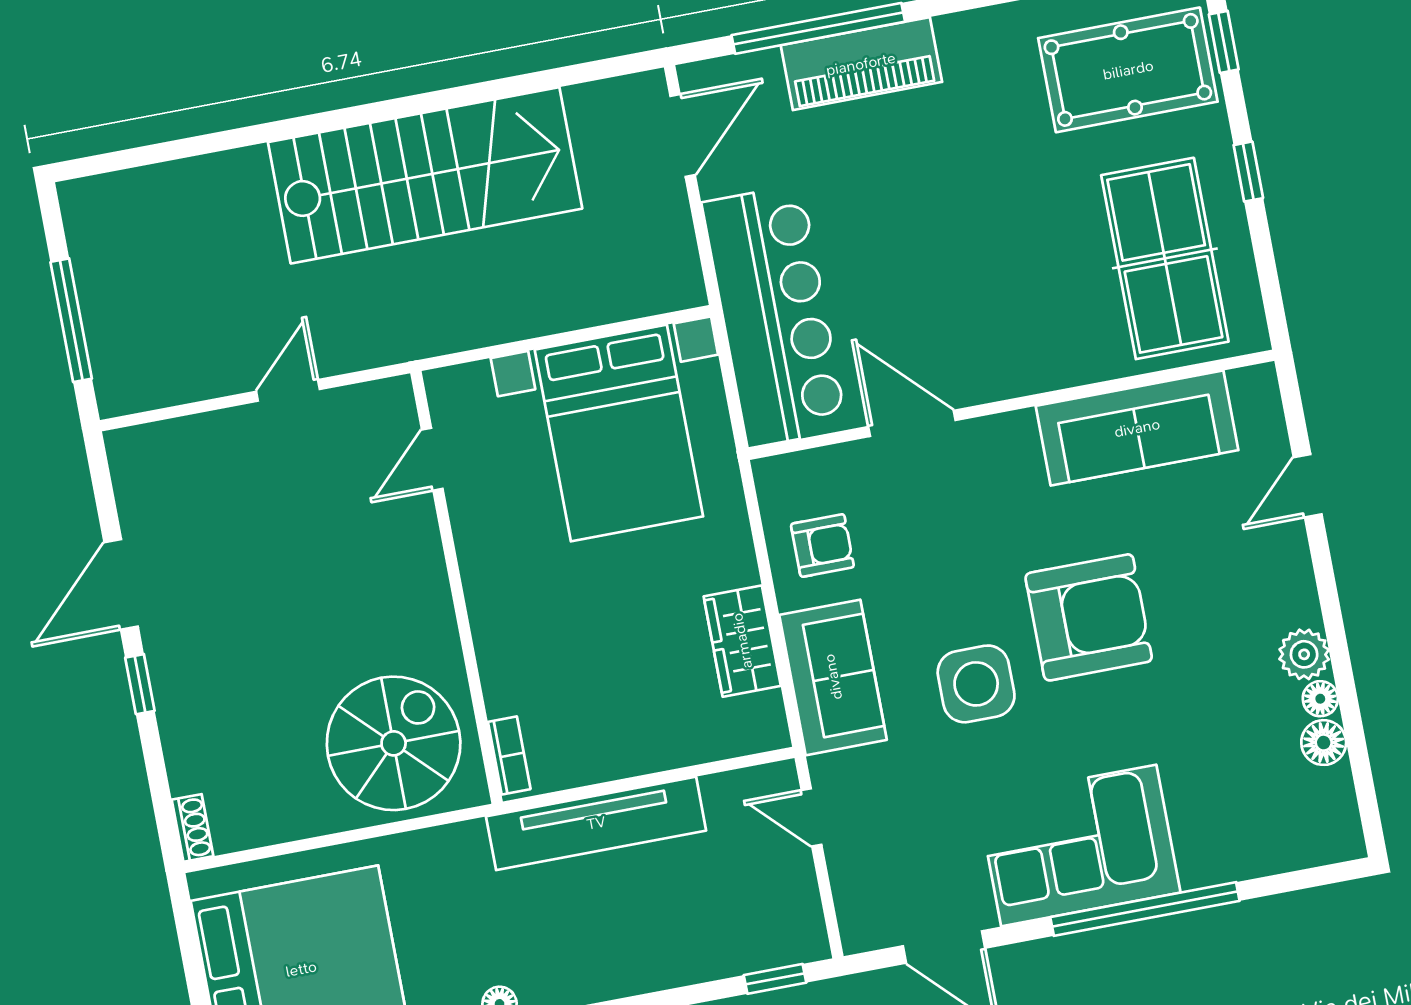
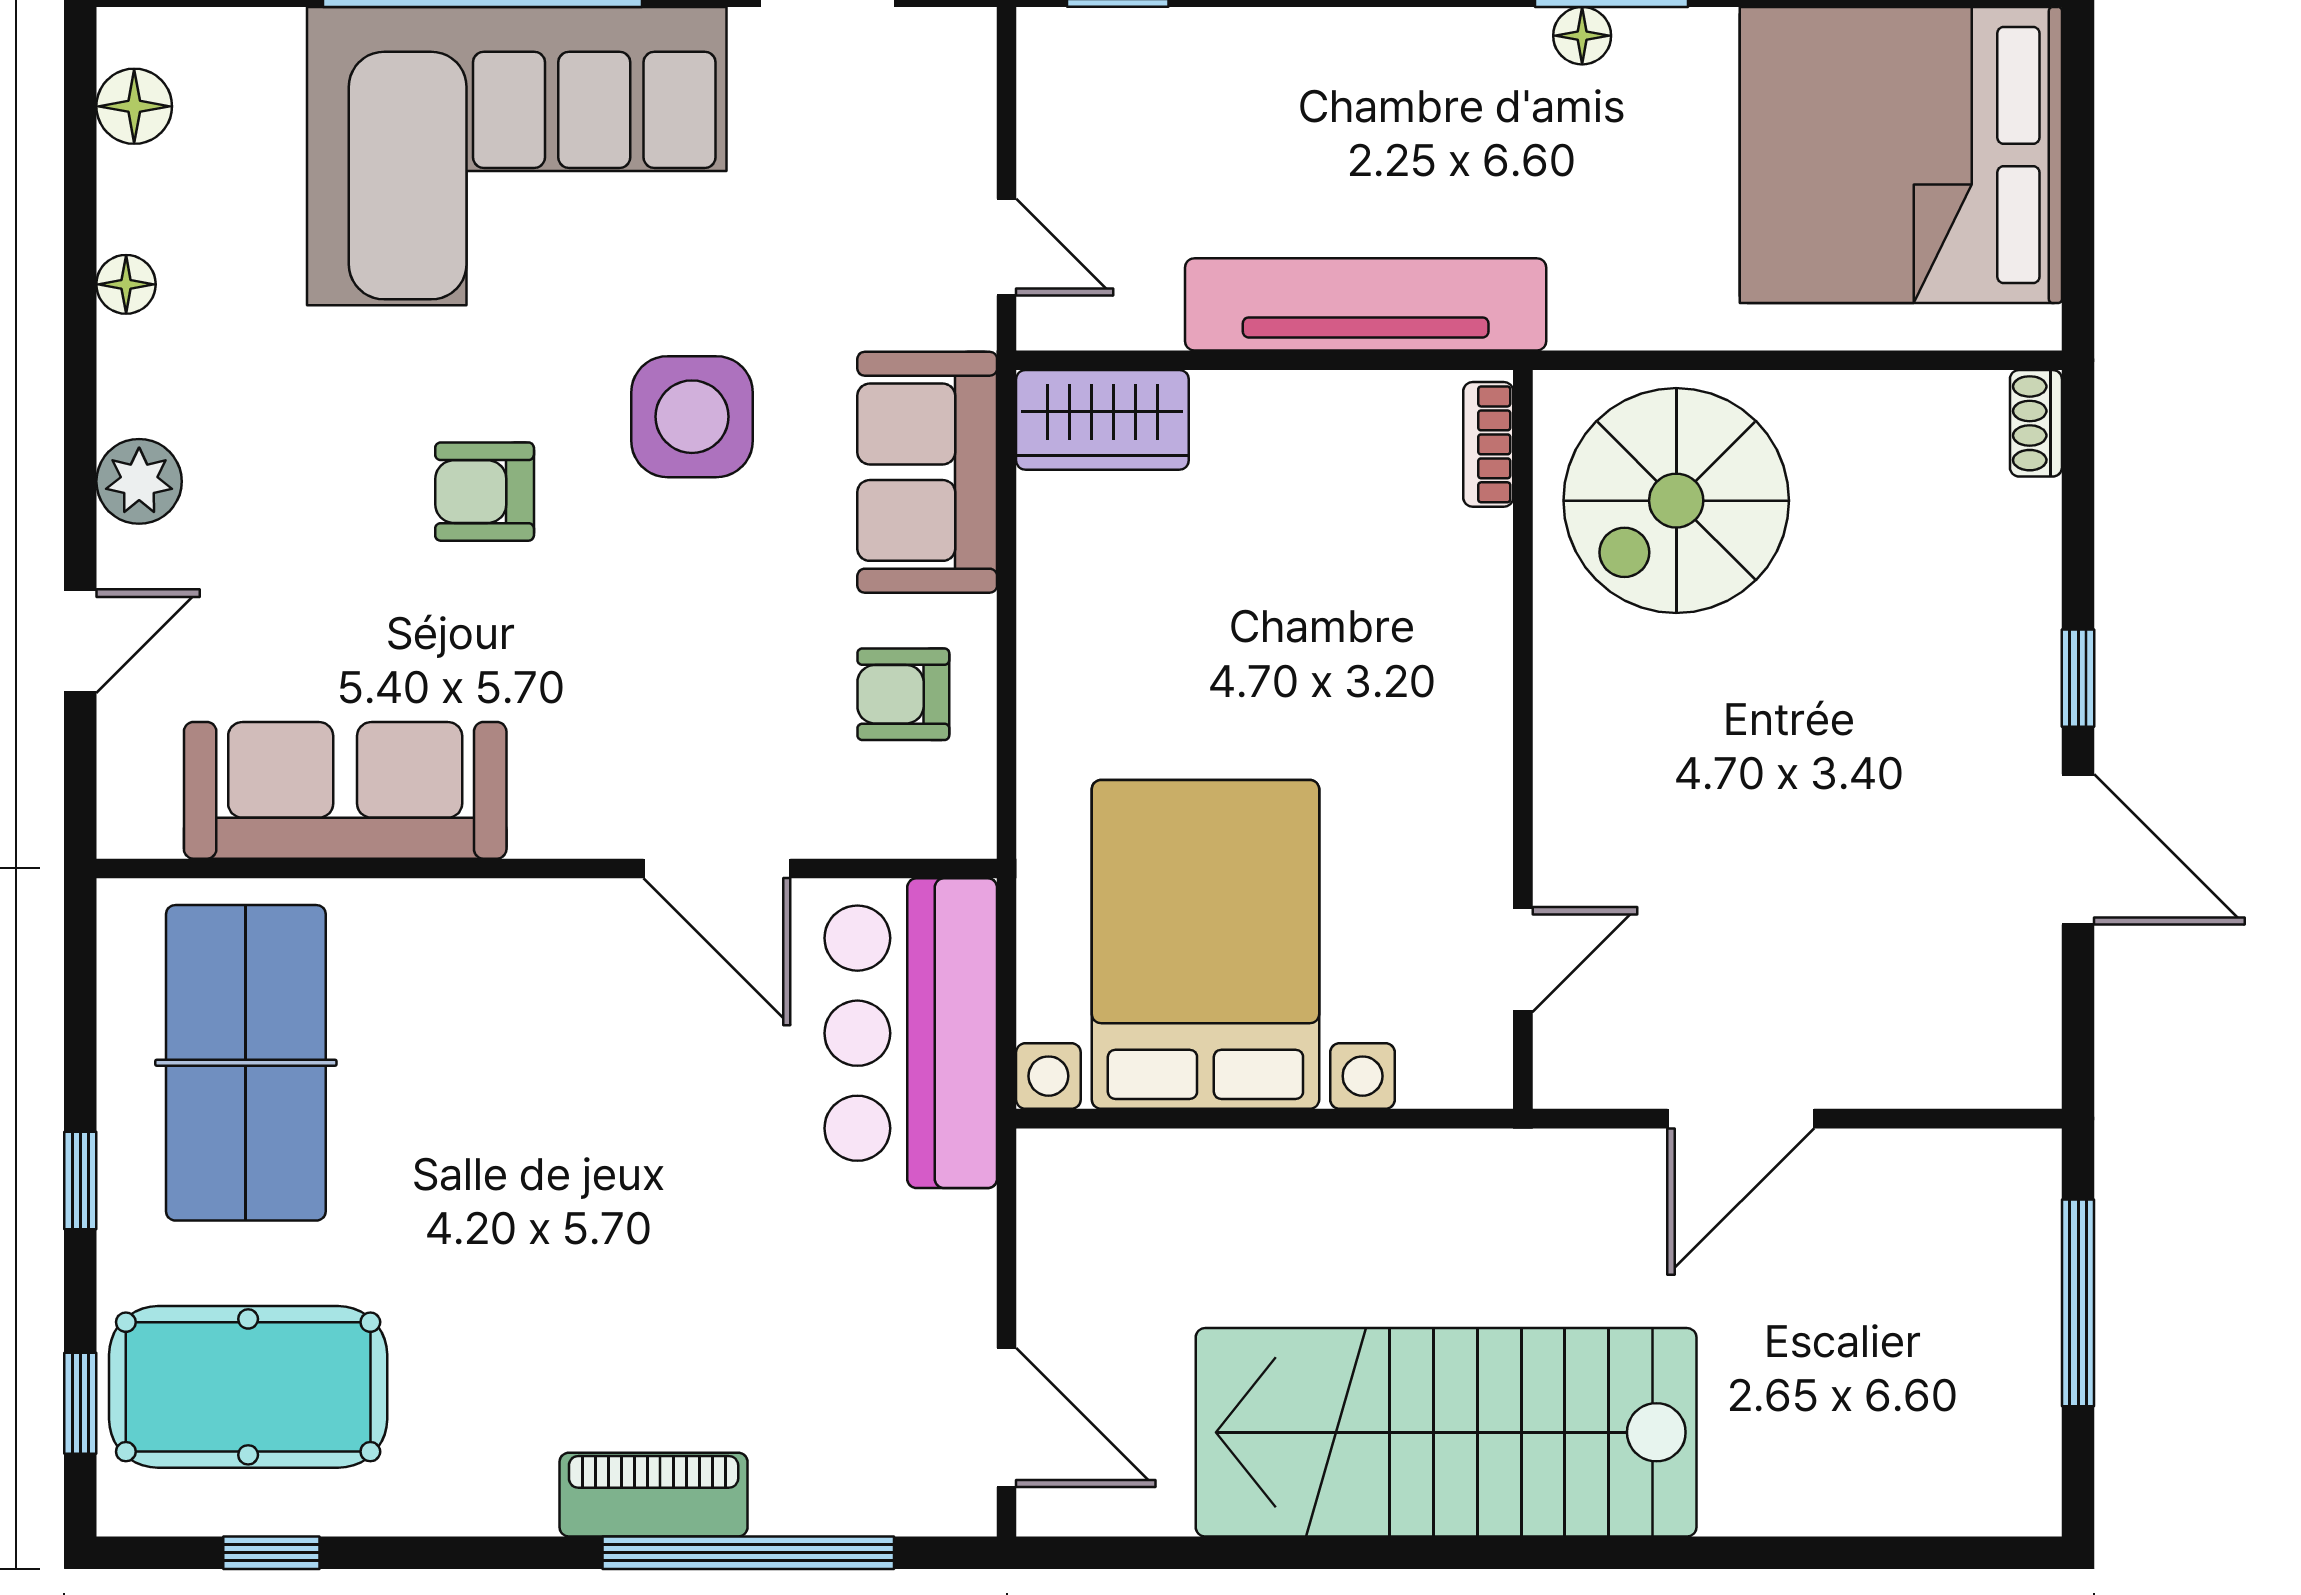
piano: (861, 64) -> (654, 1495), width x0.73, depth x0.75
door: (683, 136) -> (1007, 1418), swing flipped
bar counter: (775, 316) -> (911, 1033), width x0.73
door: (288, 390) -> (1741, 1119), width x1.38
door: (121, 584) -> (2078, 849), hinge flipped
armchair: (1089, 617) -> (485, 492), width x0.53, depth x0.53
wardrobe: (742, 641) -> (1102, 420), moved, turned 90
plant: (1304, 654) -> (139, 481), moved
floor lamp: (1324, 743) -> (134, 106), moved
corner sofa: (1079, 845) -> (517, 156), width x1.36, depth x1.36

